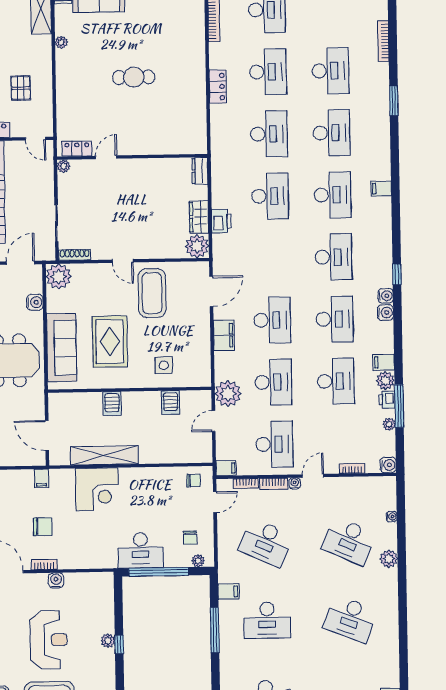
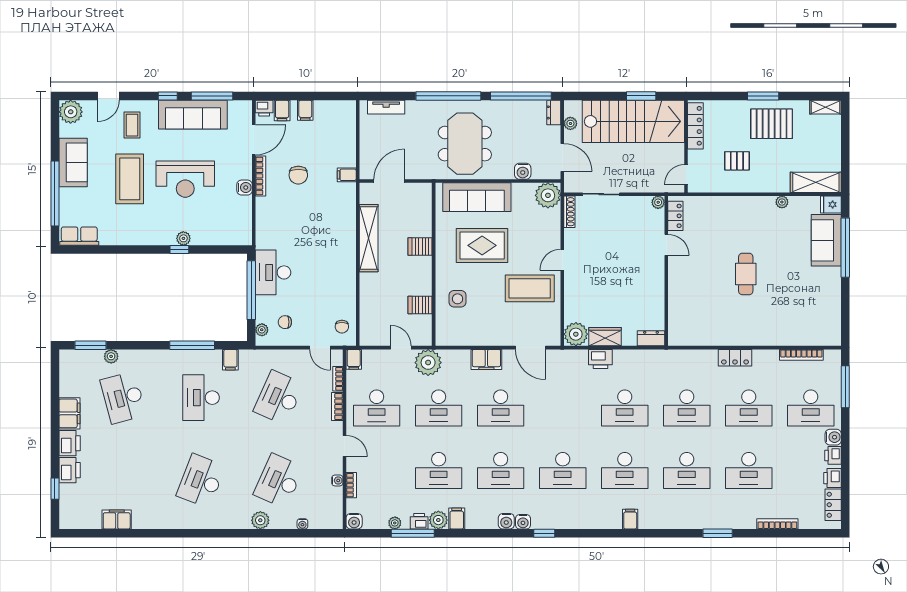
water cooler: (295, 483) -> (337, 480), moved
corner desk: (97, 489) -> (335, 230), removed
bookcase: (44, 565) -> (261, 176), width x1.56

